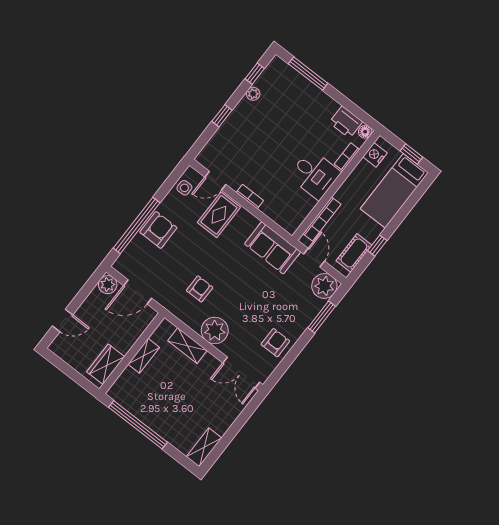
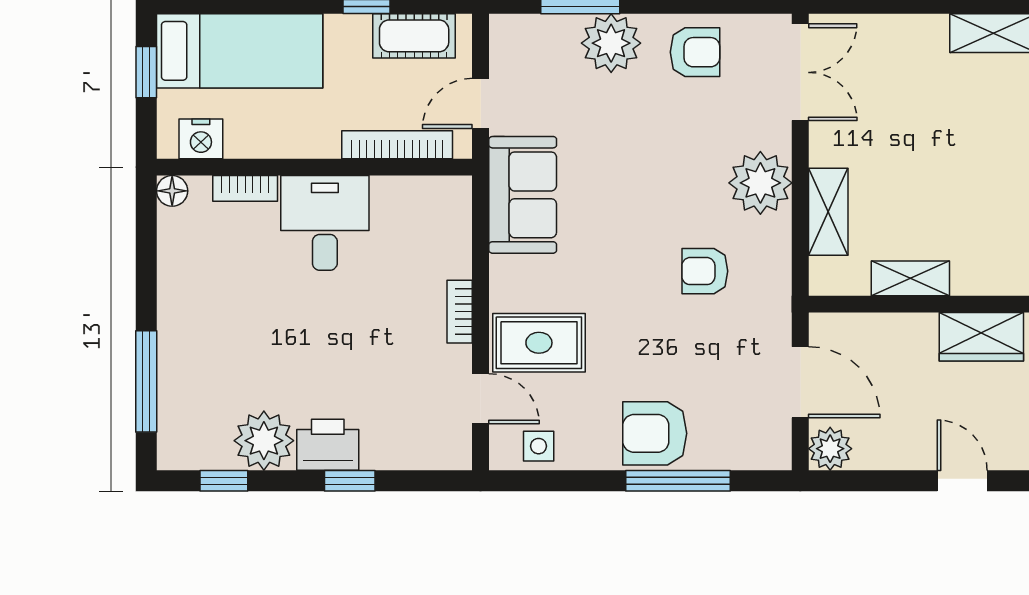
plant: (253, 94) -> (264, 441), width x1.87, depth x1.87
printer: (346, 122) -> (328, 445), moved, turned -90
window: (137, 225) -> (678, 481), width x0.68
plant: (324, 286) -> (611, 43), moved
armchair: (275, 343) -> (695, 52), turned 180

